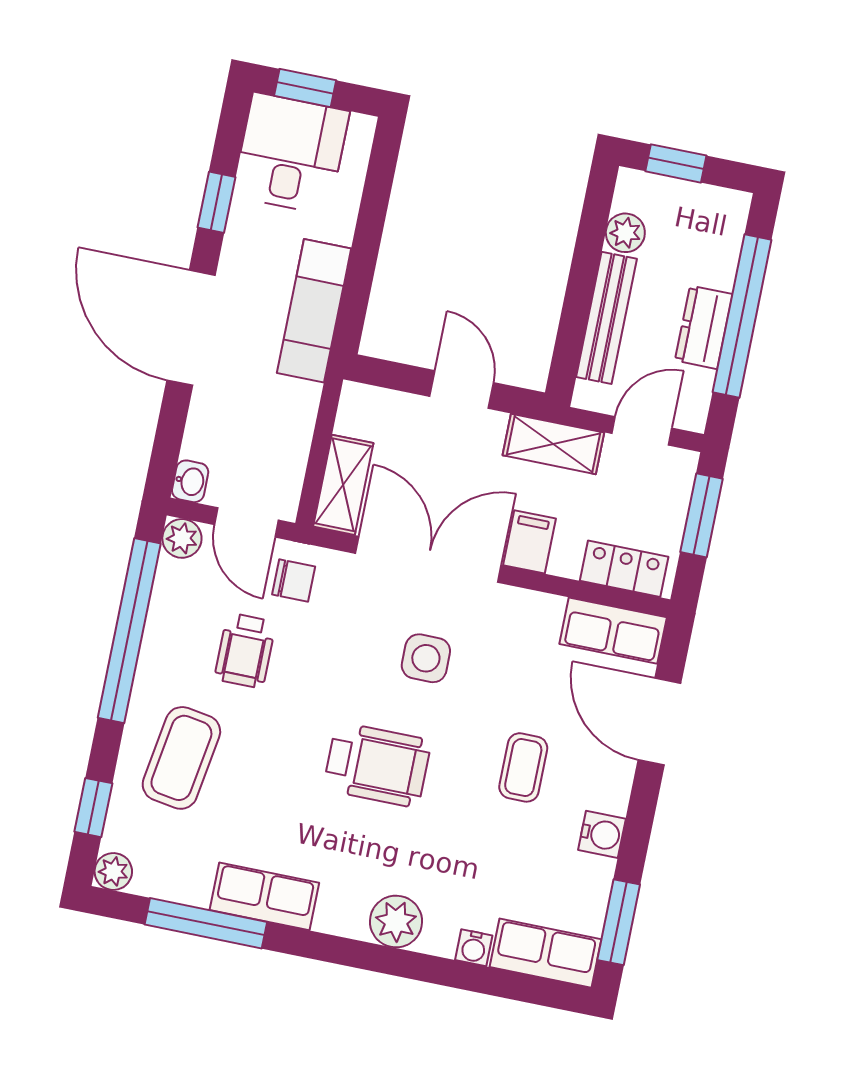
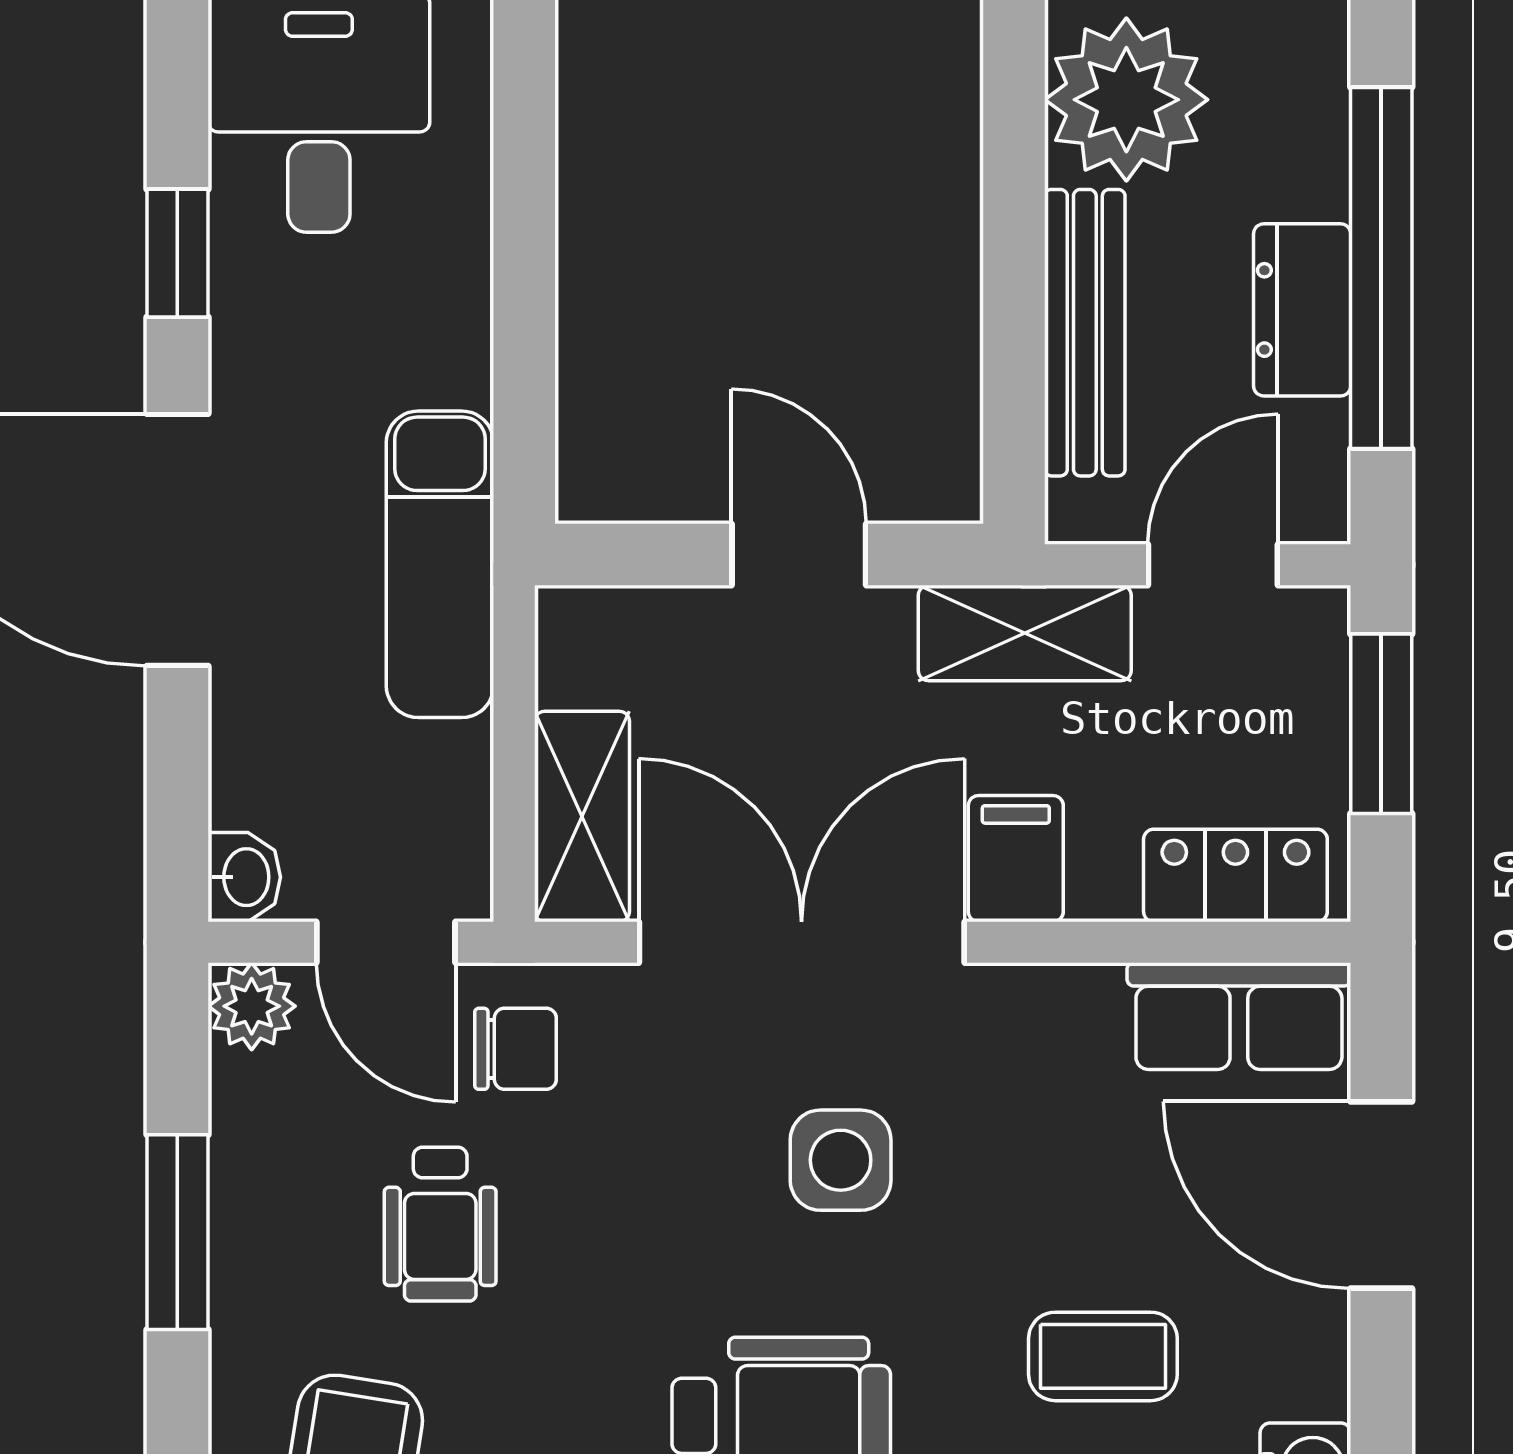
plant: (625, 233) -> (1126, 100), width x1.87, depth x1.87
exam couch: (314, 311) -> (440, 564), moved
window: (129, 631) -> (177, 1232), width x0.47
coffee table: (523, 767) -> (1103, 1356), turned 90

